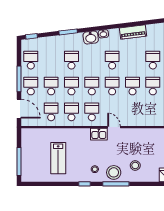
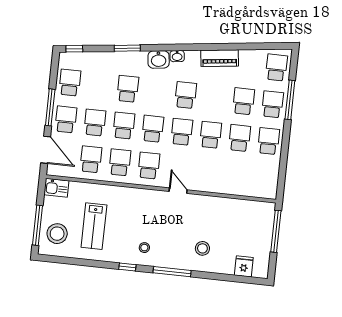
kitchen sink: (99, 134) -> (56, 188), moved
stool: (114, 172) -> (57, 234), moved

